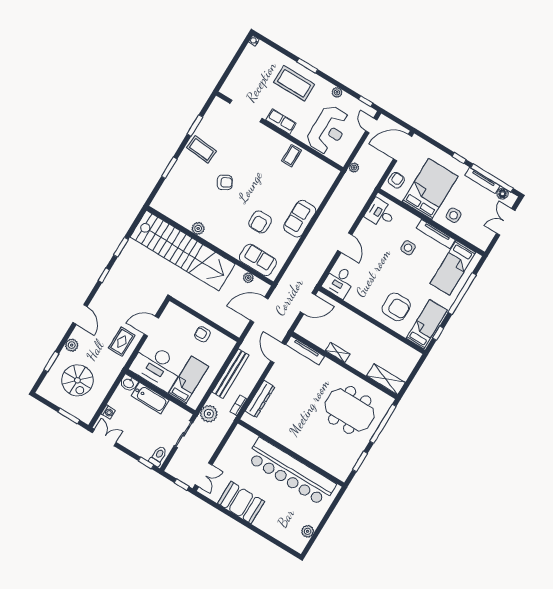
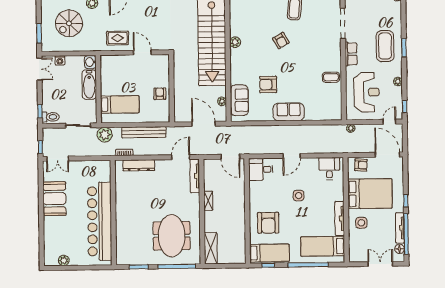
reception desk: (328, 130) -> (367, 92), turned -90
side table: (408, 248) -> (299, 196), moved
desk: (157, 367) -> (115, 75), removed

